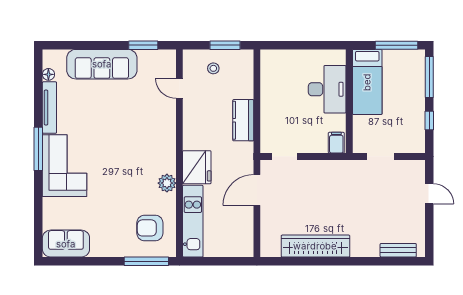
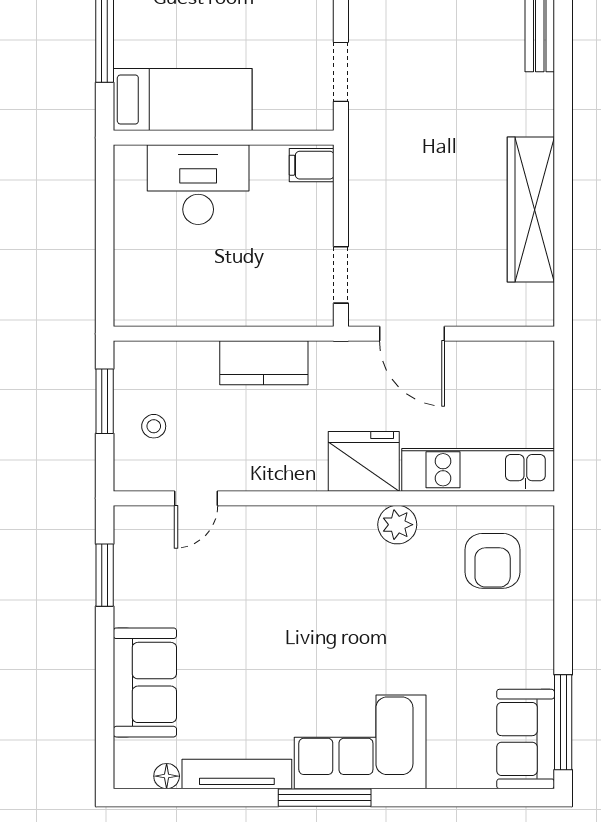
sofa: (102, 64) -> (145, 682), width x0.73
window: (146, 261) -> (563, 722), moved

